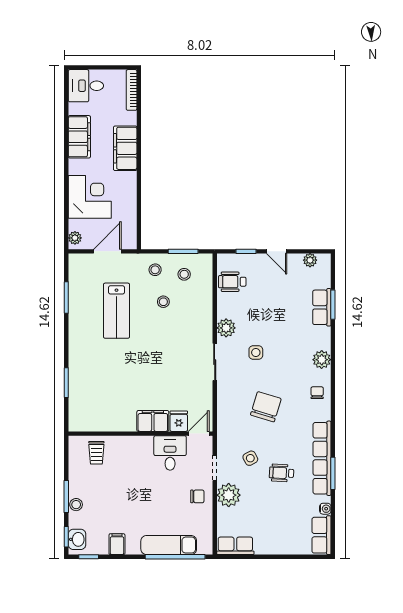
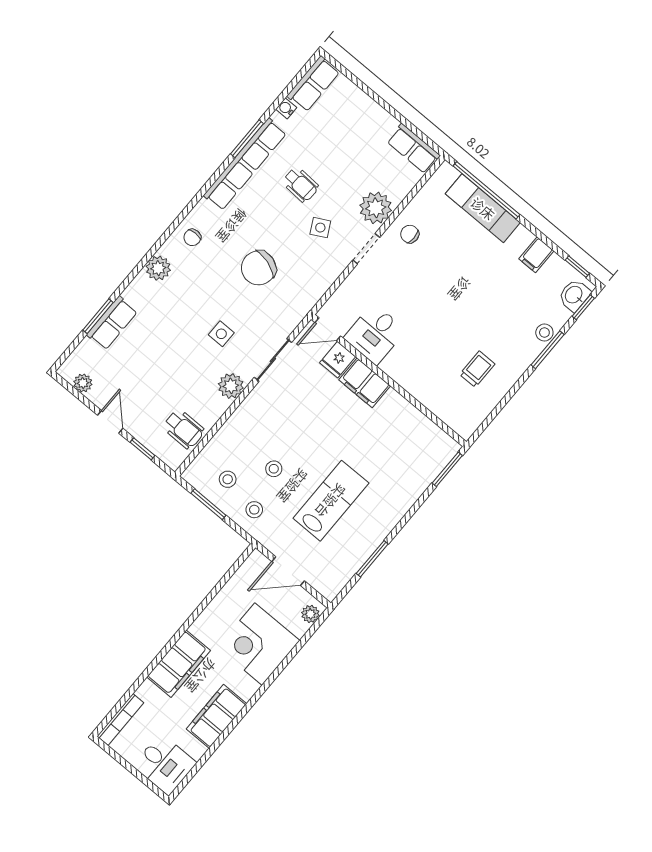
filing cabinet: (153, 421) -> (365, 383), moved
fridge: (179, 421) -> (338, 360), moved
wall: (141, 434) -> (389, 380), moved
door: (199, 434) -> (328, 329), moved
desk: (170, 453) -> (375, 334), moved

